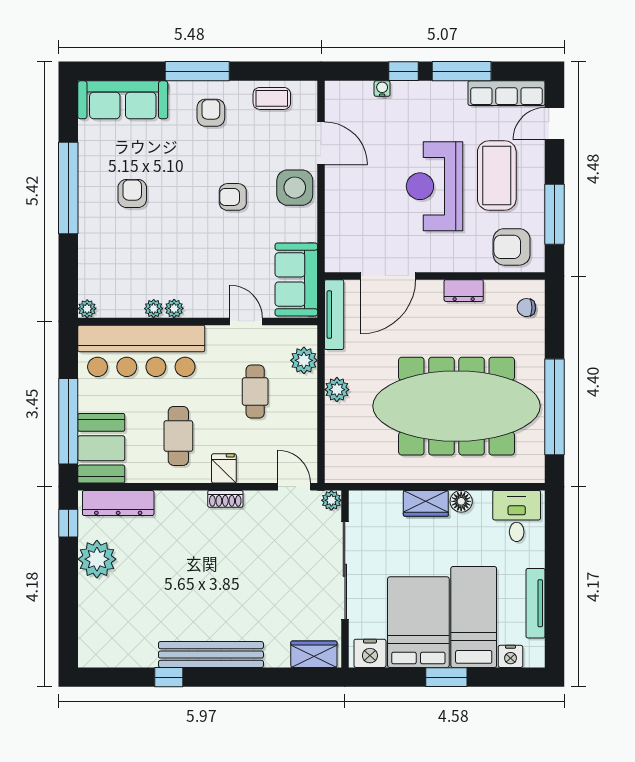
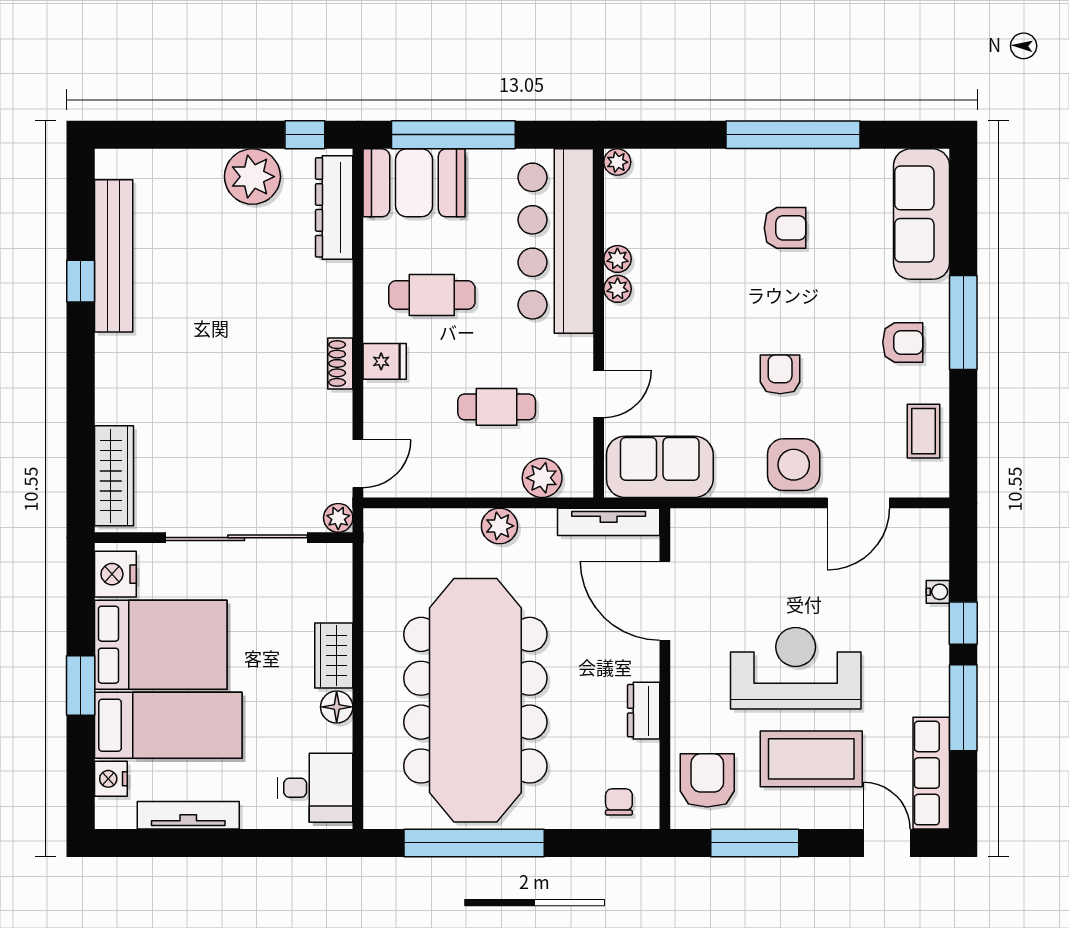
wardrobe: (314, 654) -> (114, 476), width x1.50
bench: (211, 655) -> (114, 256), moved

